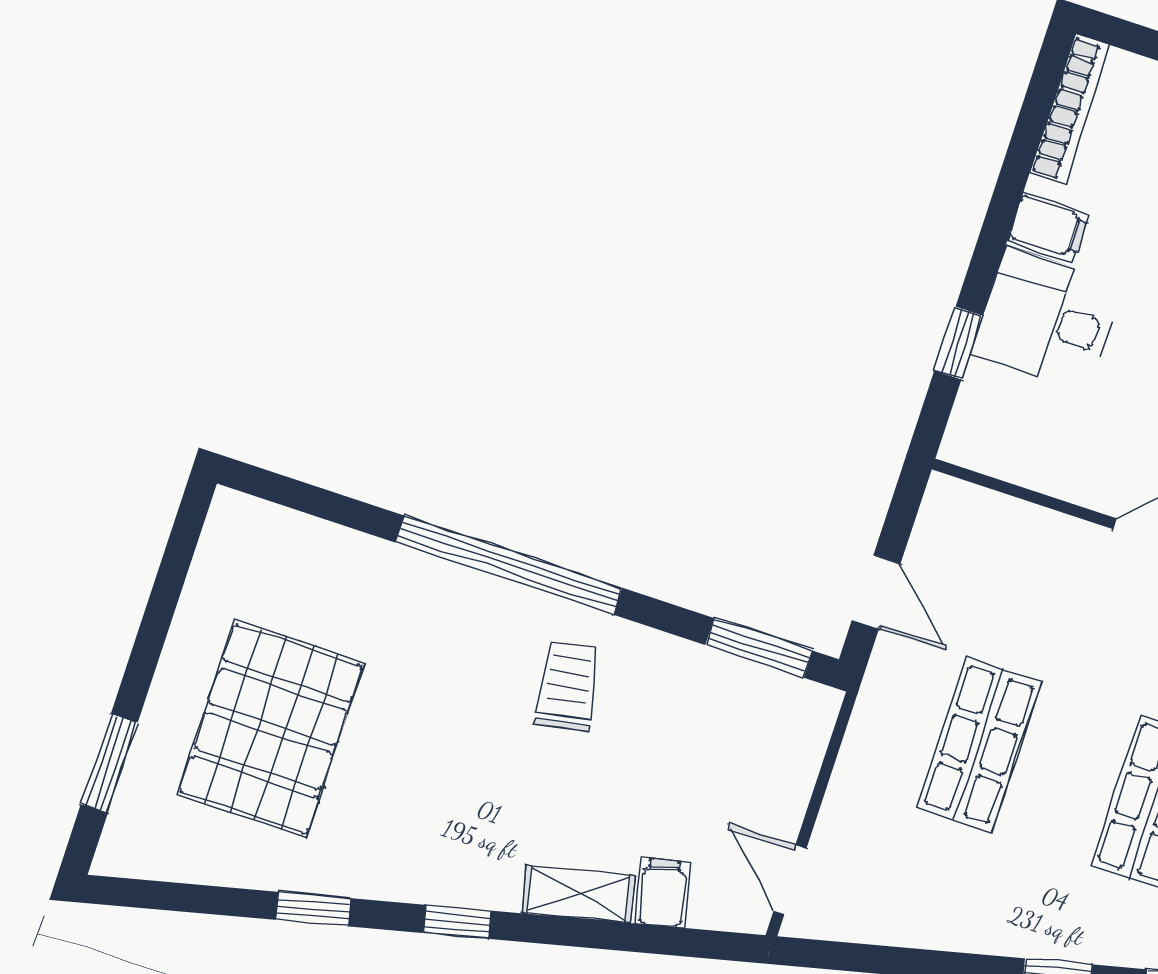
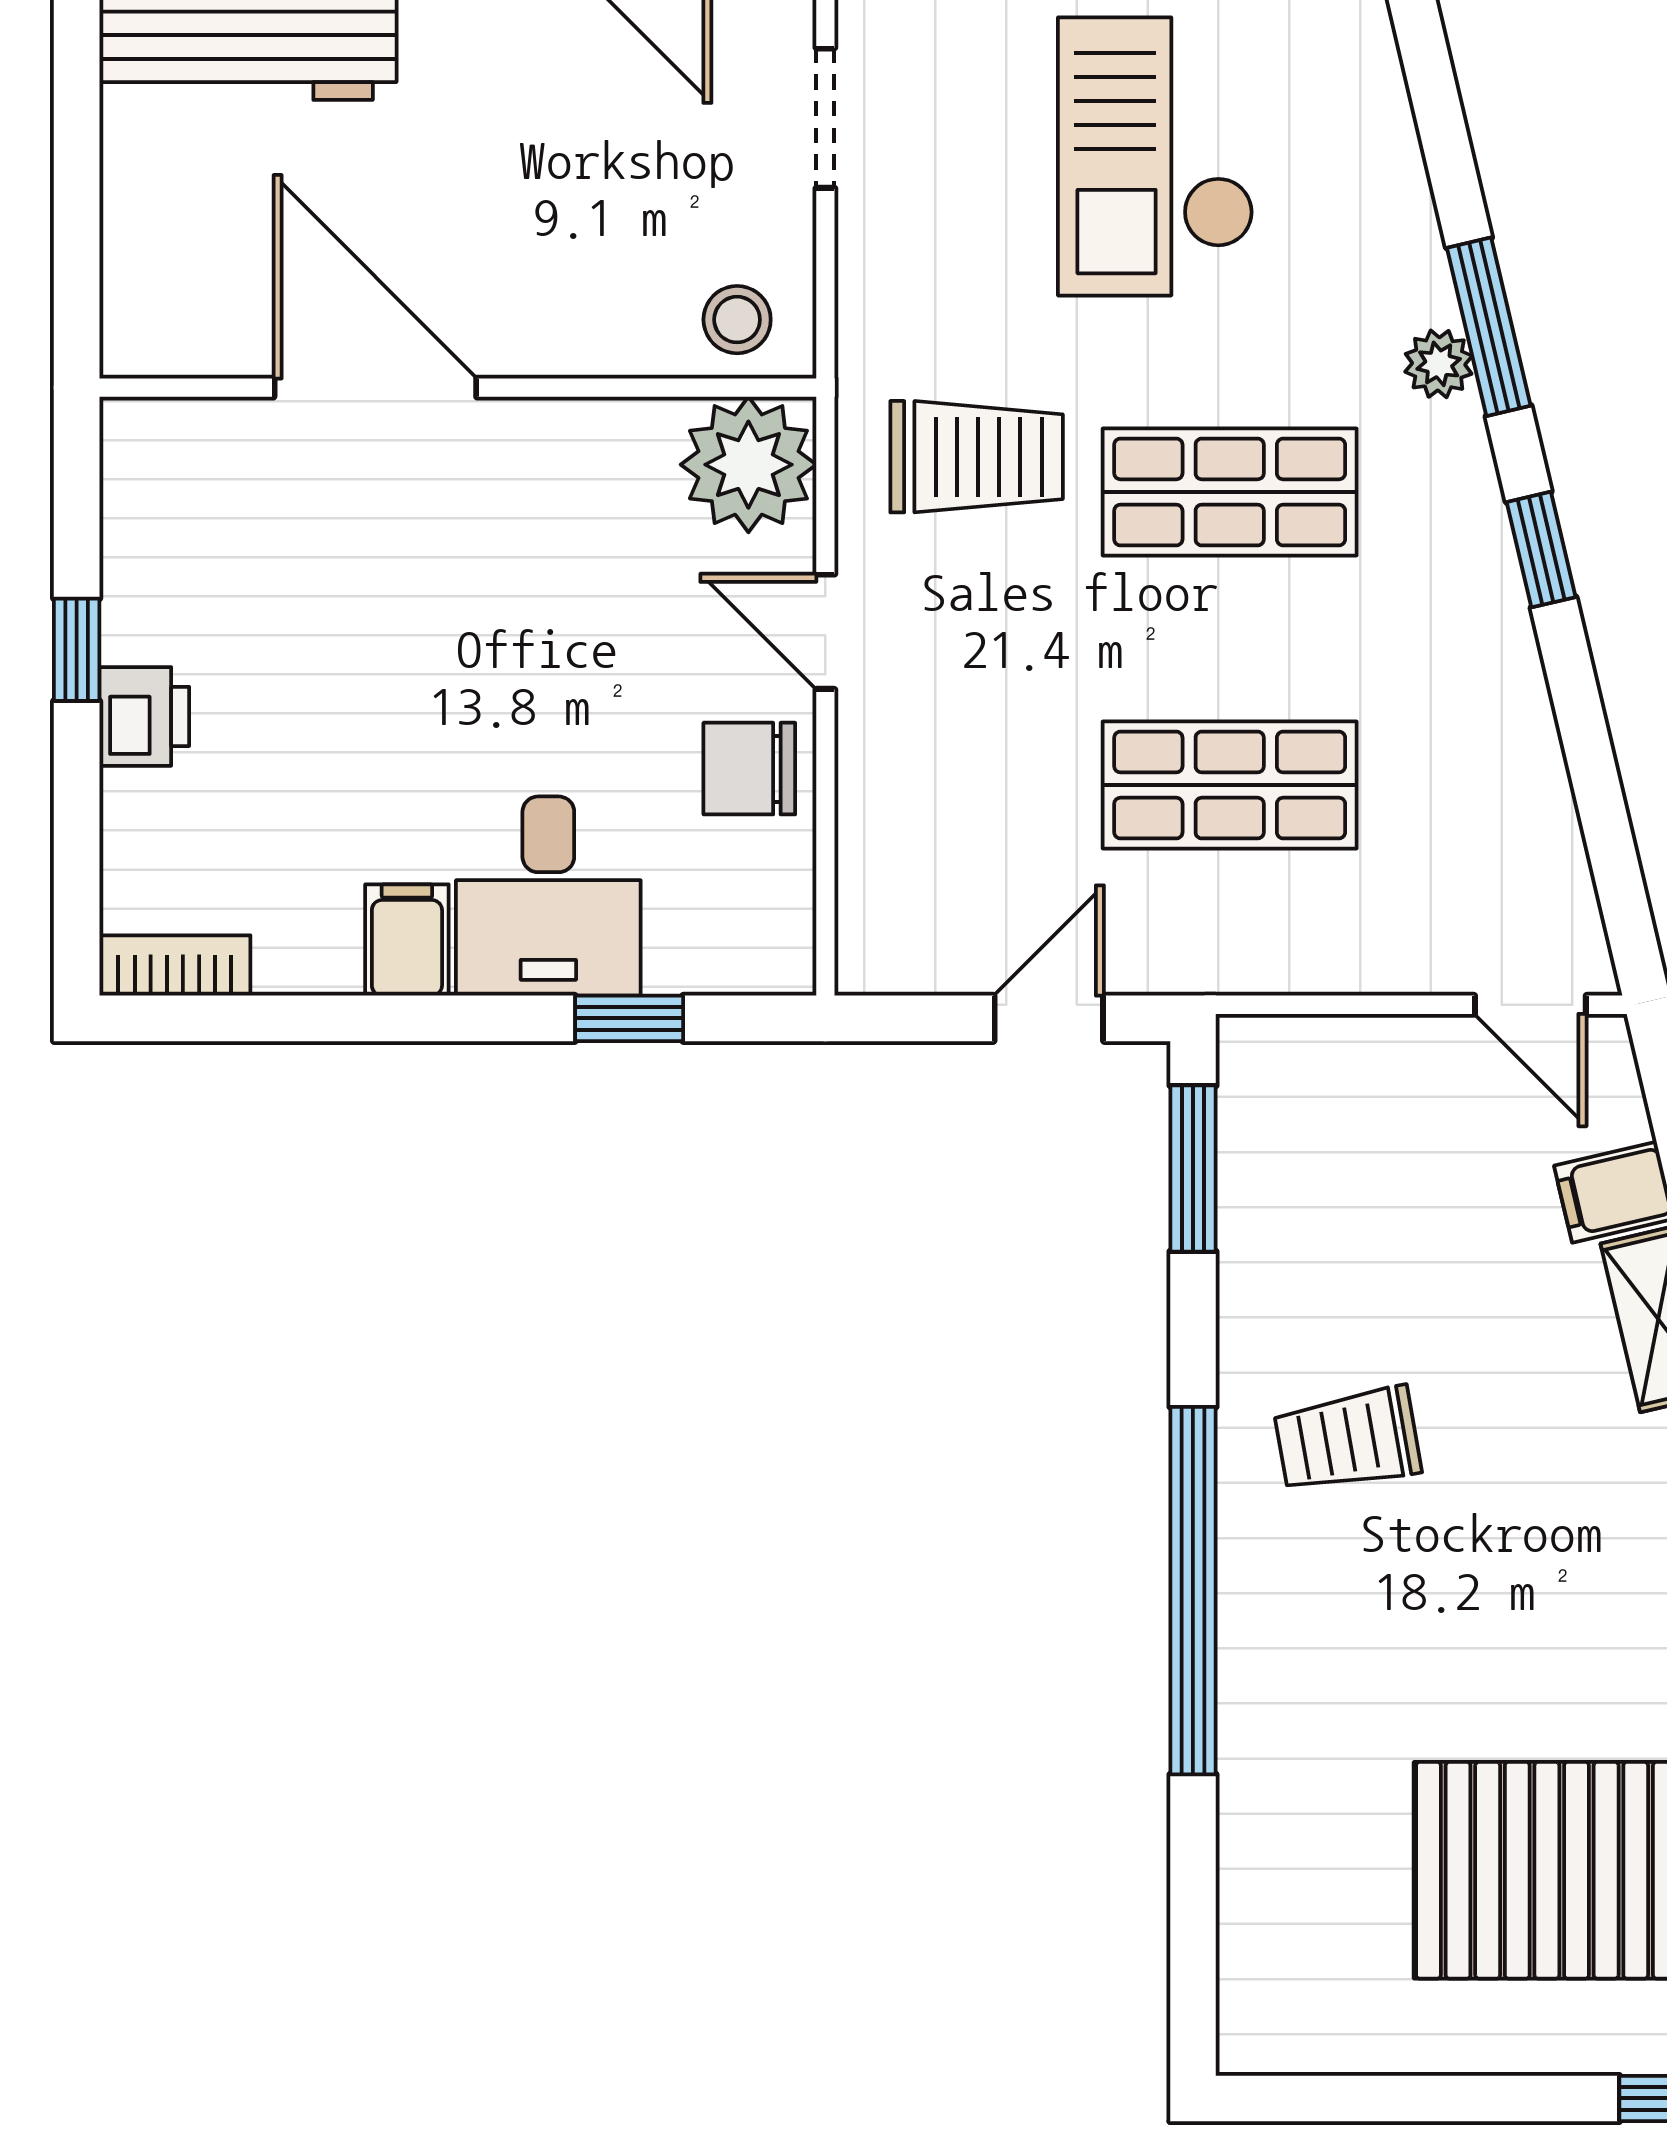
bookcase: (1070, 109) -> (175, 965), width x0.64
chair: (1083, 463) -> (749, 769), added
door: (790, 880) -> (1530, 1005), hinge flipped

